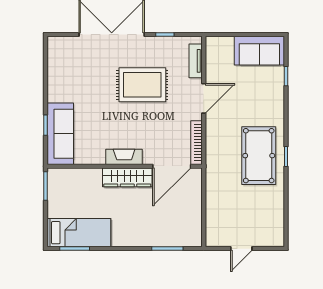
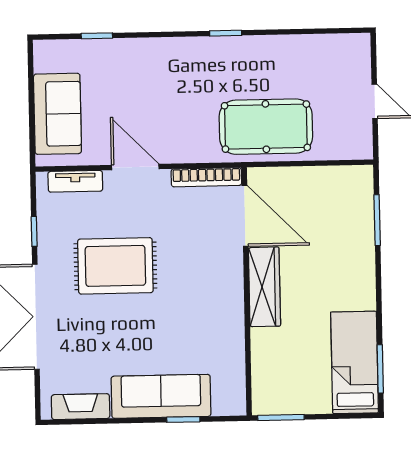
sofa: (259, 51) -> (57, 114), moved
rug: (142, 85) -> (115, 266), turned 90
sofa: (60, 134) -> (161, 396), moved
pool table: (259, 156) -> (266, 127), moved
fireplace: (124, 157) -> (81, 407), moved, turned 90

